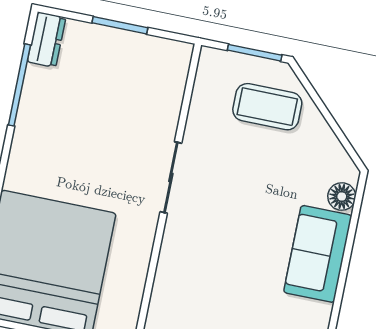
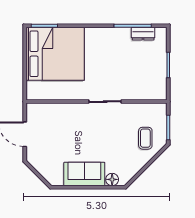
dresser: (47, 40) -> (143, 34), moved
coffee table: (267, 107) -> (145, 138), width x0.73, depth x0.77

